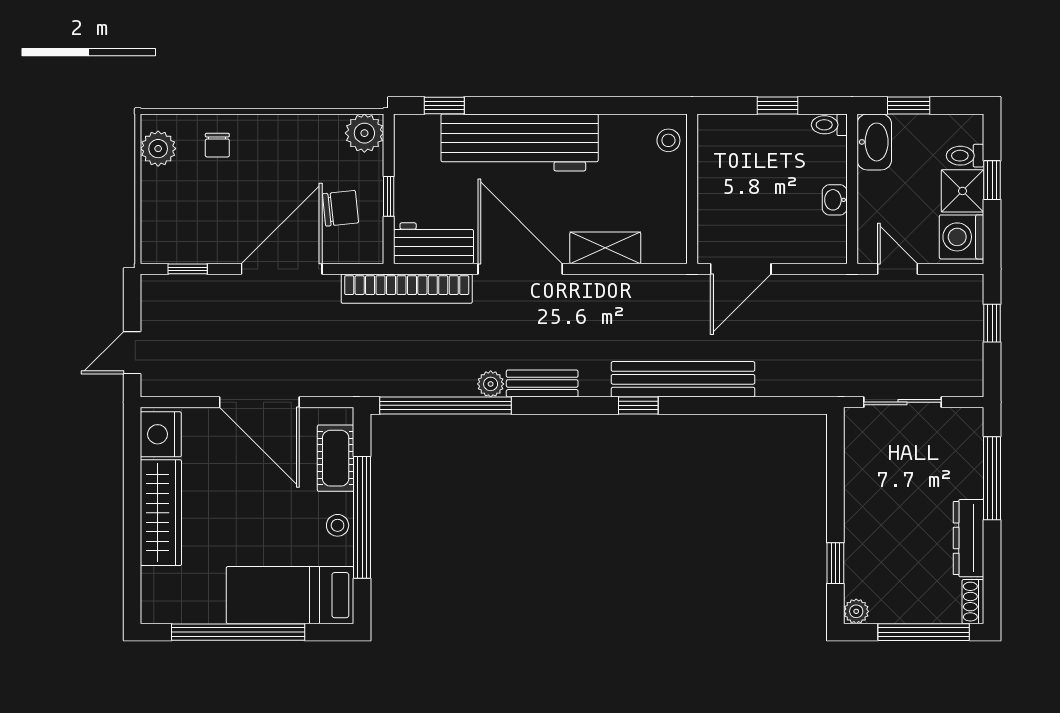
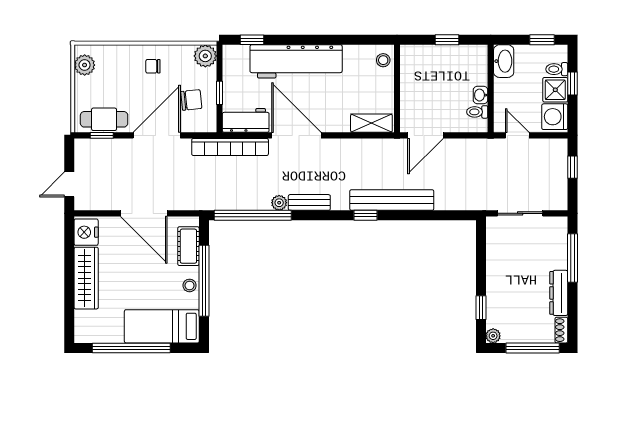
window: (909, 105) -> (542, 40), moved
toilet: (829, 125) -> (477, 112), moved
chair: (217, 145) -> (153, 66), moved, turned 90
cafe table: (191, 241) -> (104, 119), added
shelving: (605, 248) -> (371, 123), moved

